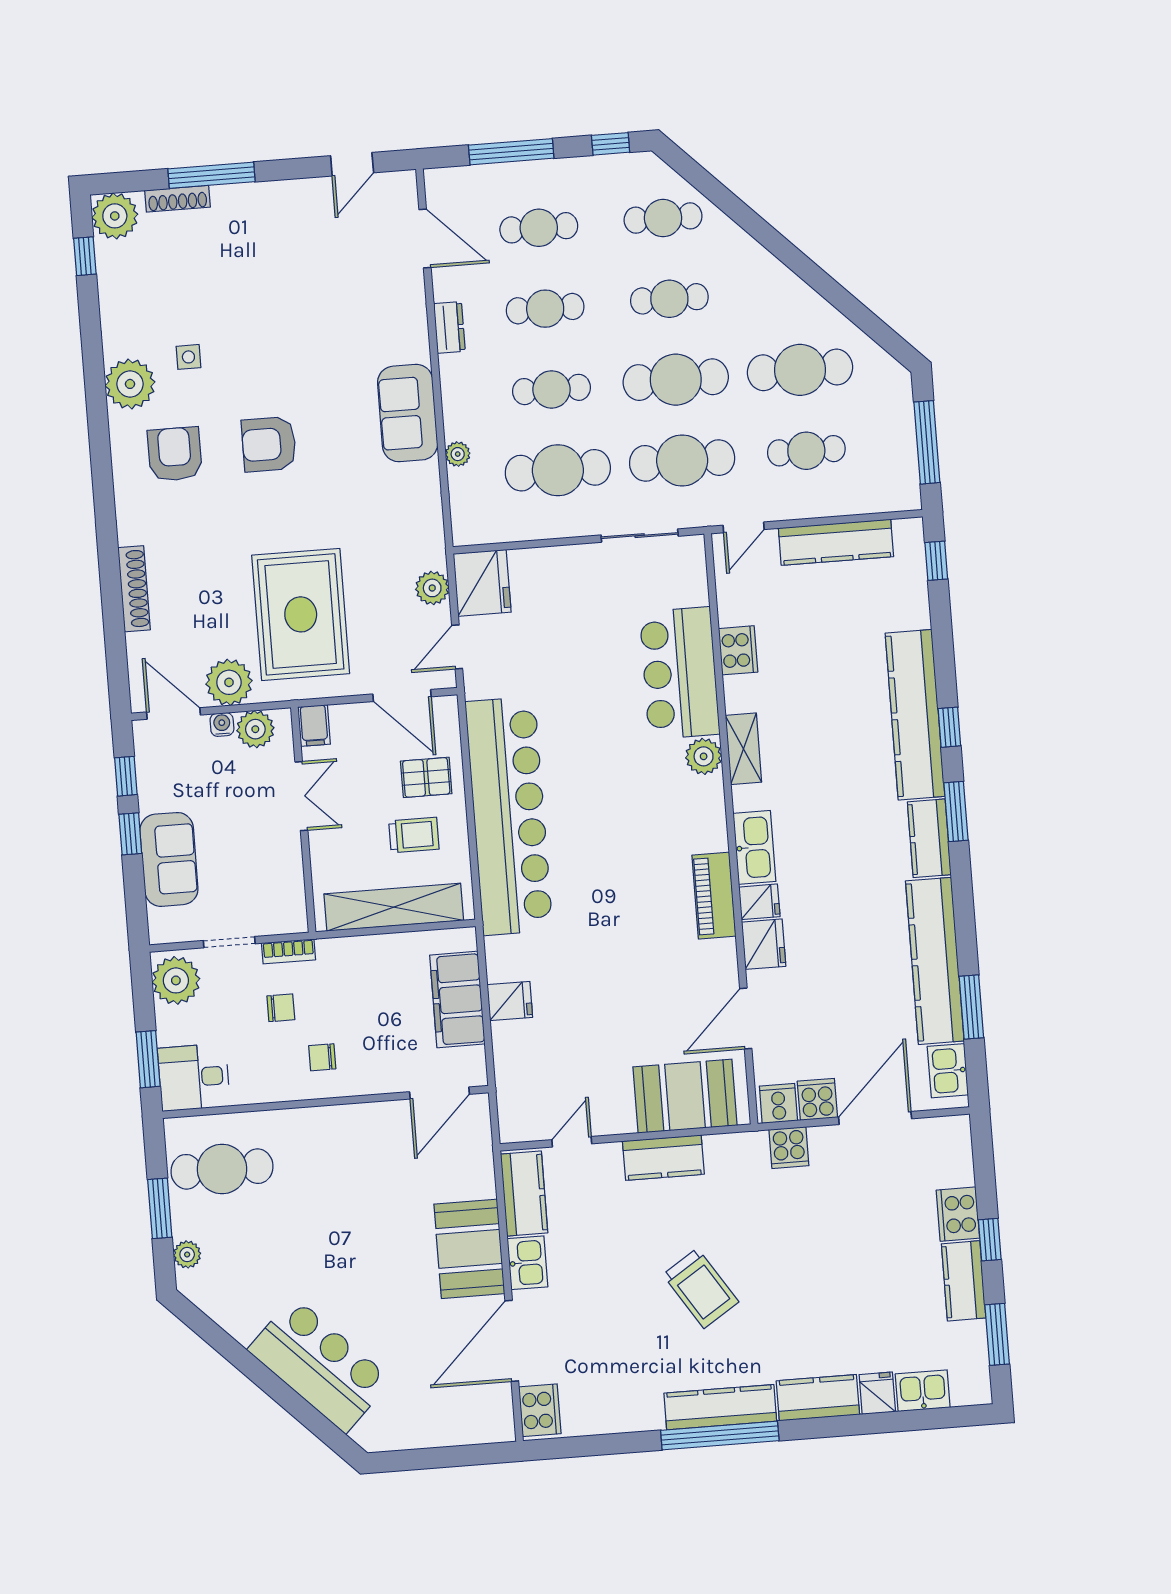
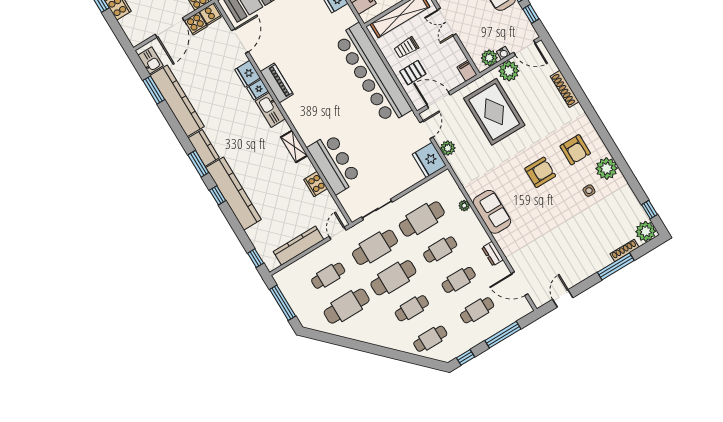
plant: (704, 756) -> (308, 136), removed
double door: (301, 796) -> (447, 22), moved

